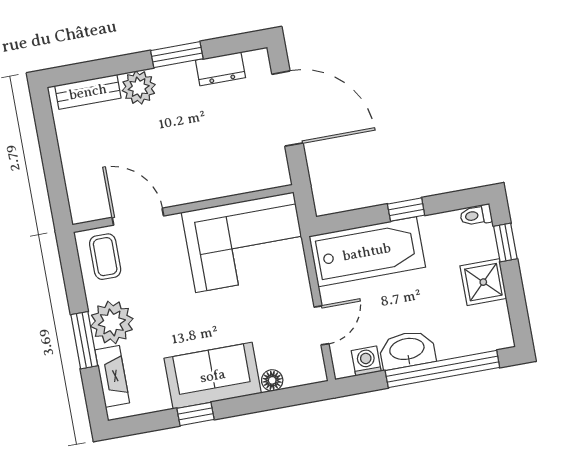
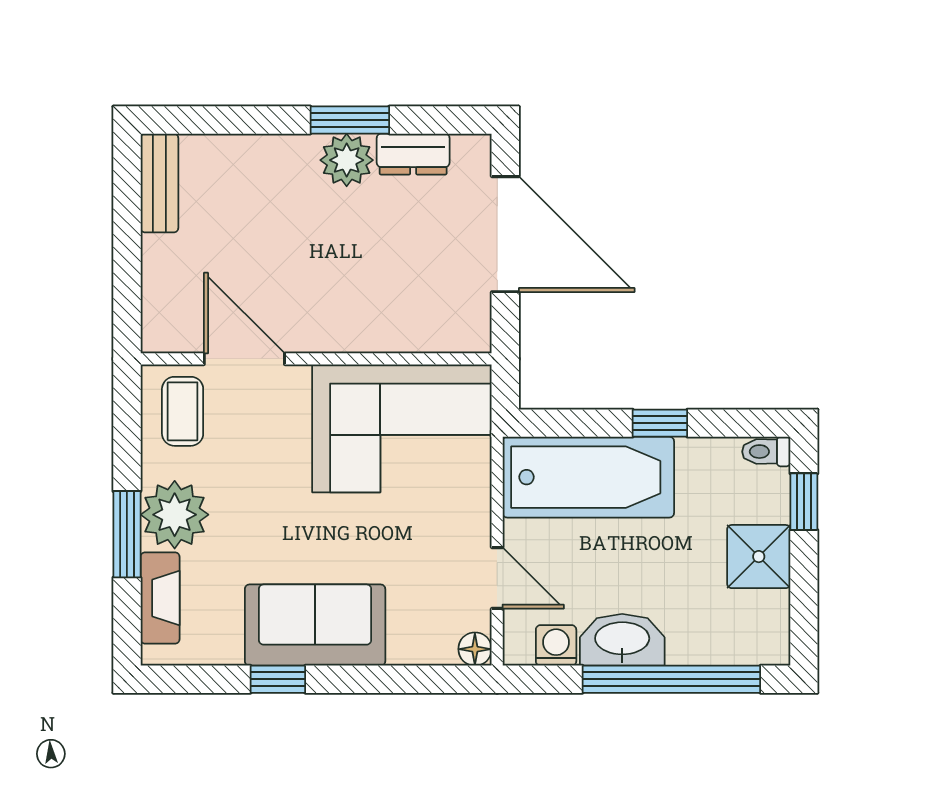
plant: (139, 88) -> (347, 160), moved
bench: (88, 92) -> (159, 183), moved, turned 90
door: (322, 325) -> (497, 578), hinge flipped
floor lamp: (272, 380) -> (475, 649), moved

